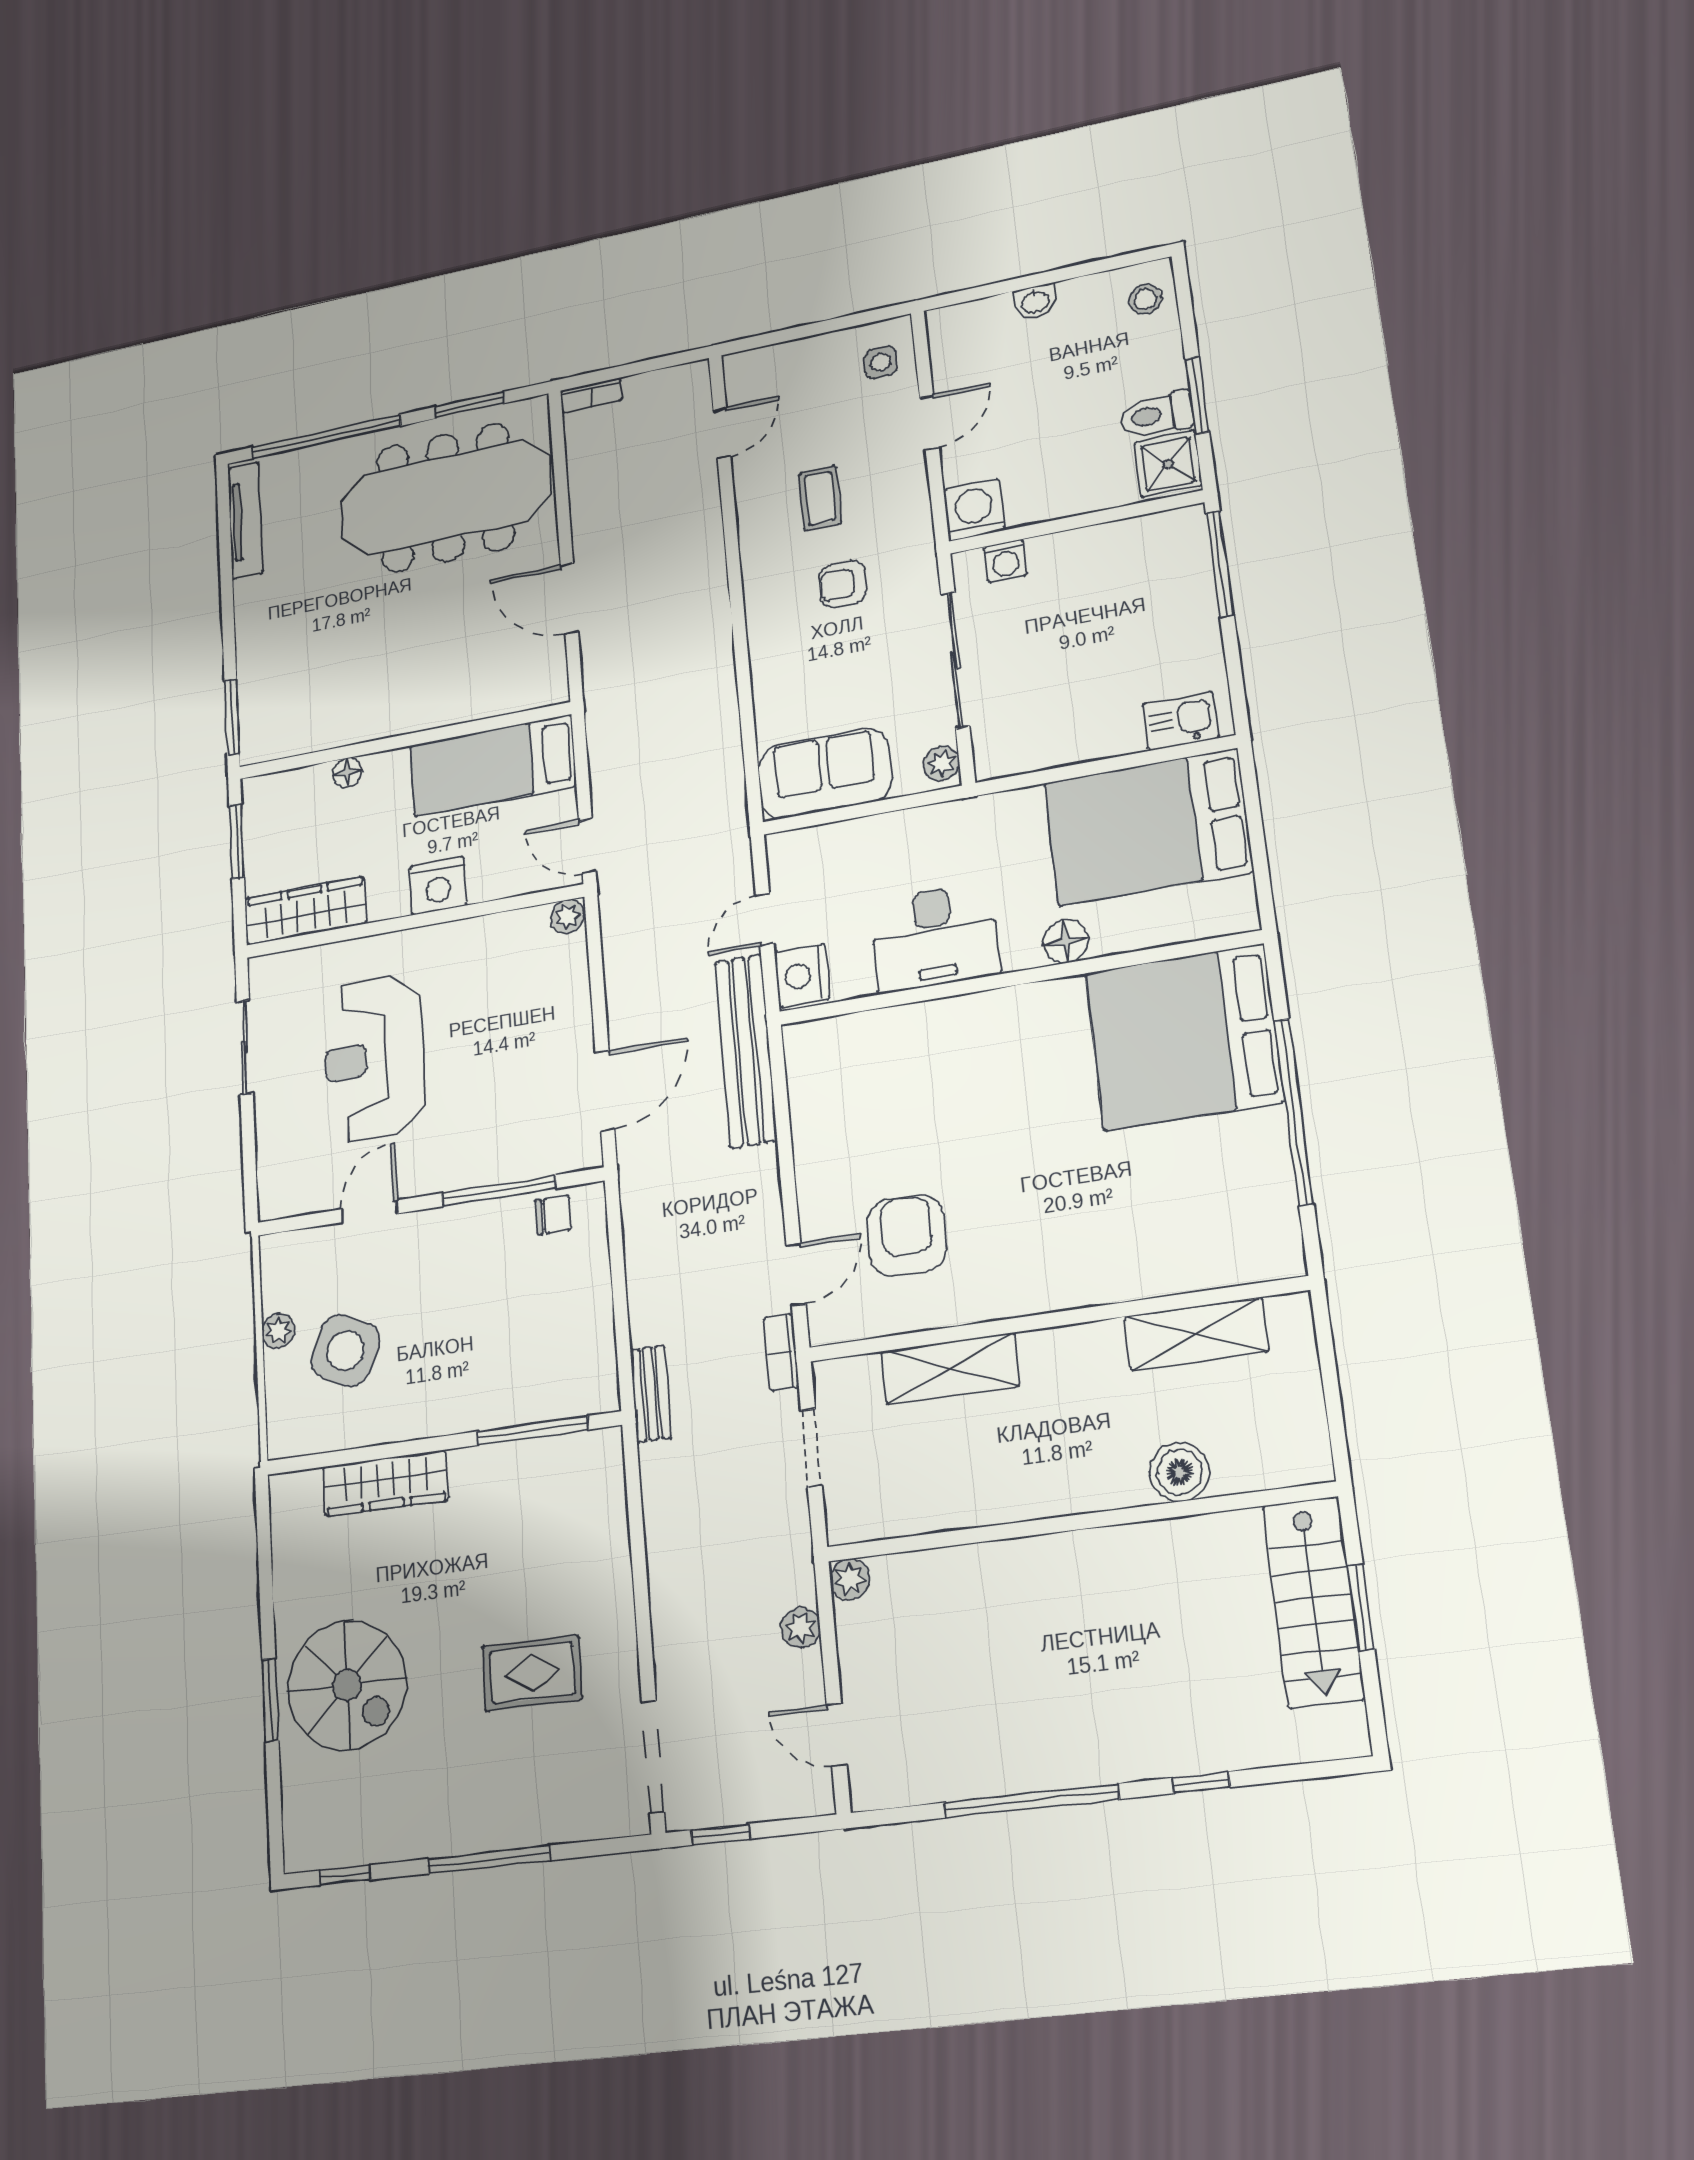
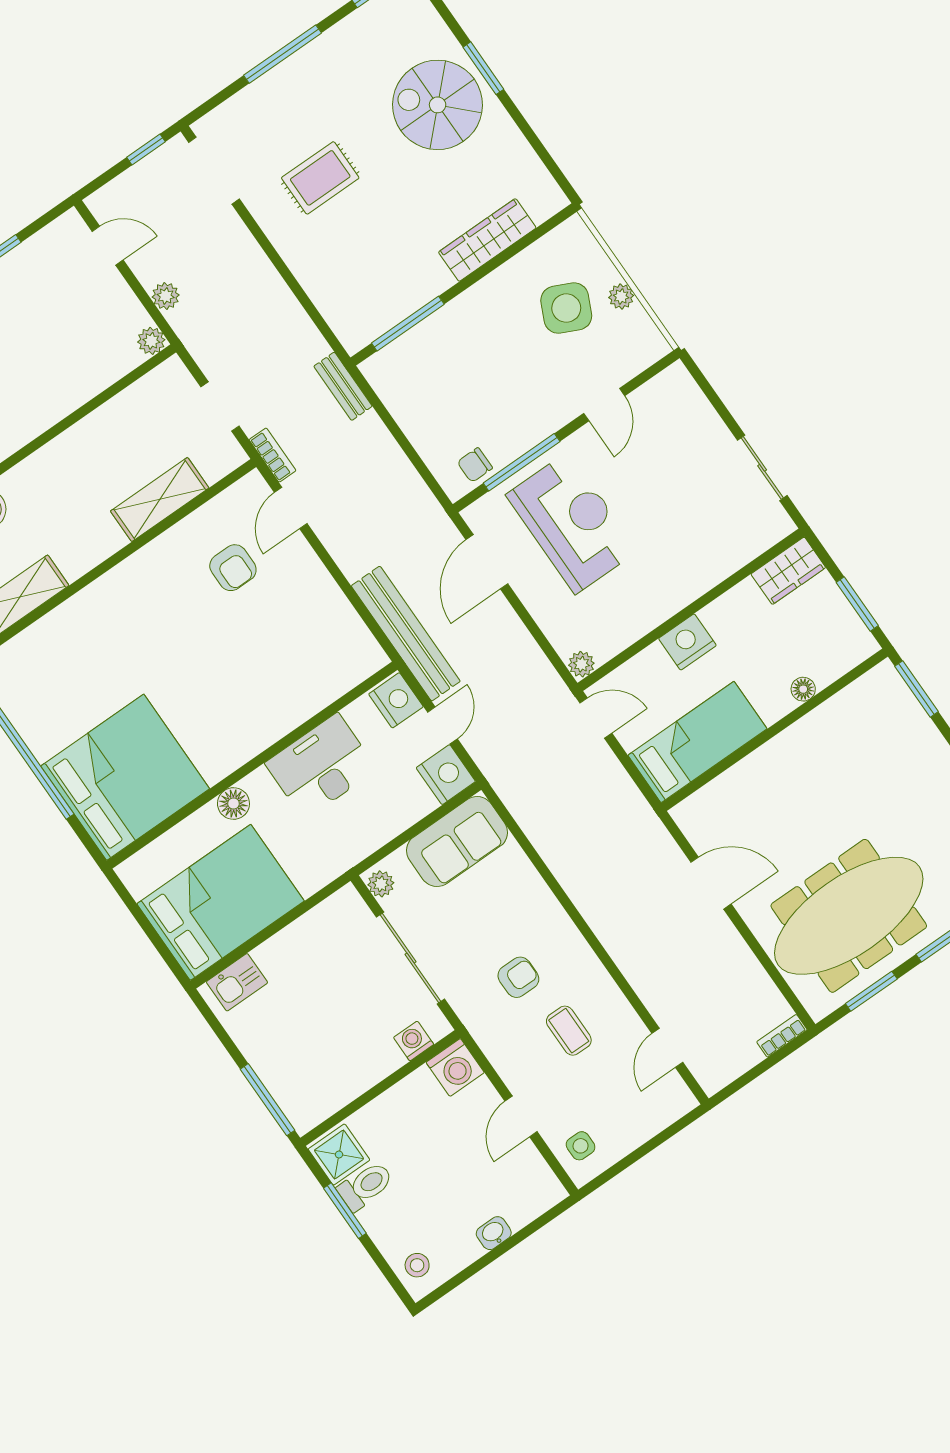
nightstand: (793, 859) -> (446, 775), added
wardrobe: (305, 911) -> (788, 571), width x0.67
reception desk: (374, 1058) -> (572, 523), moved
armchair: (907, 1235) -> (233, 568), width x0.72, depth x0.72

